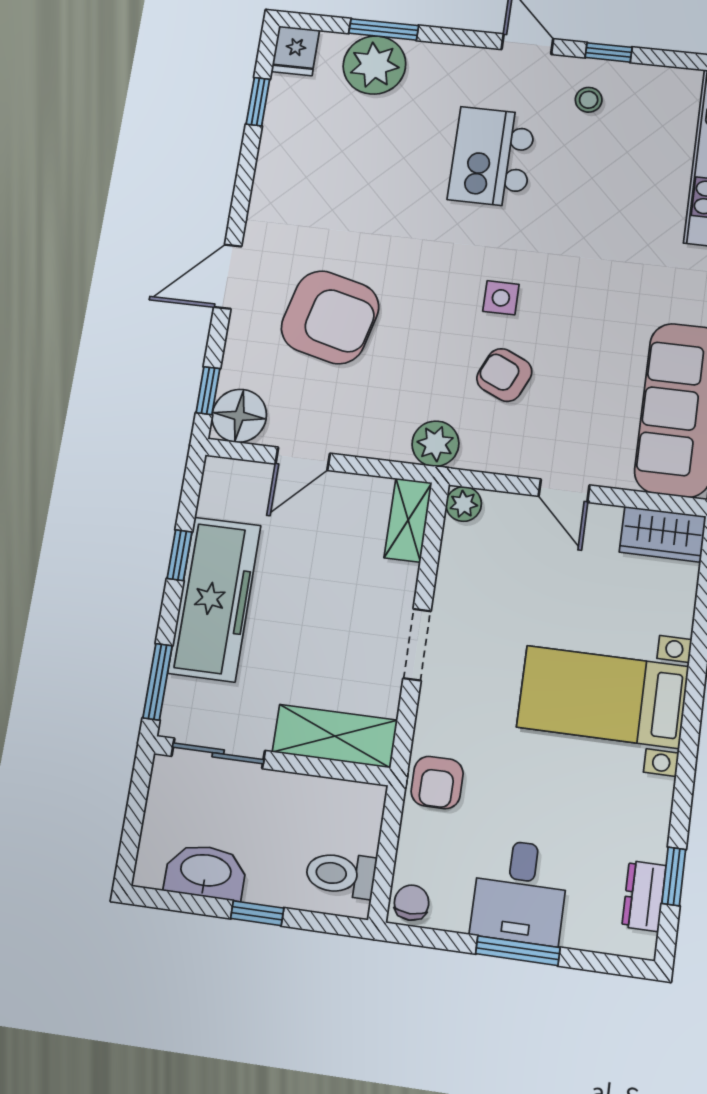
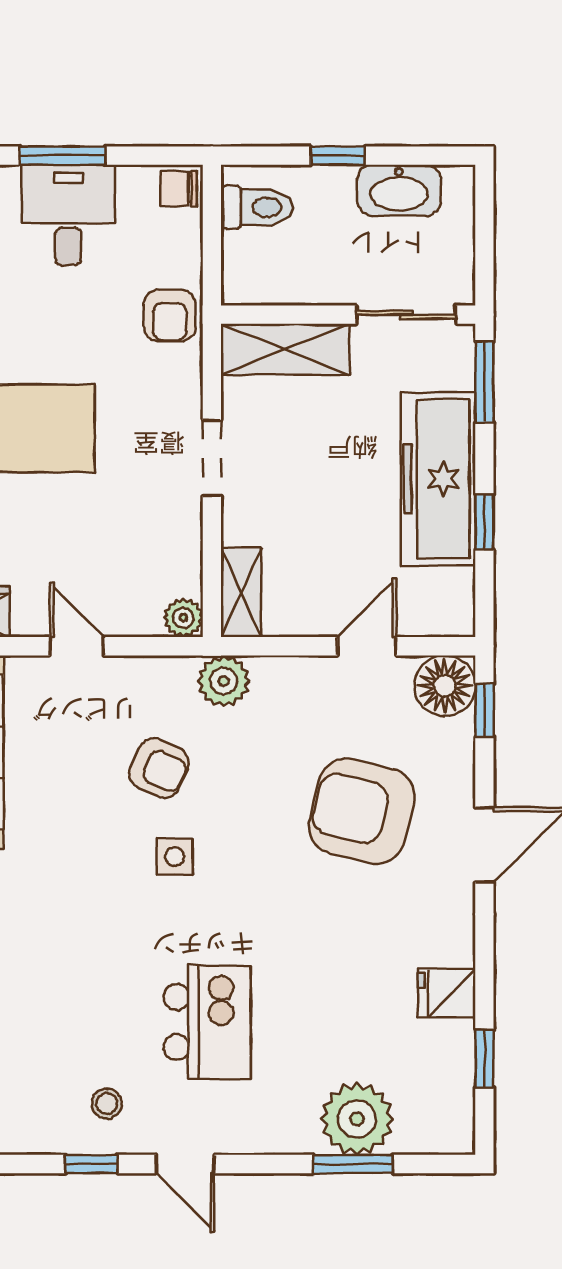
fridge: (295, 51) -> (447, 993), moved, turned -90
armchair: (437, 782) -> (170, 315), turned 180
chair: (412, 903) -> (179, 189), turned 90

